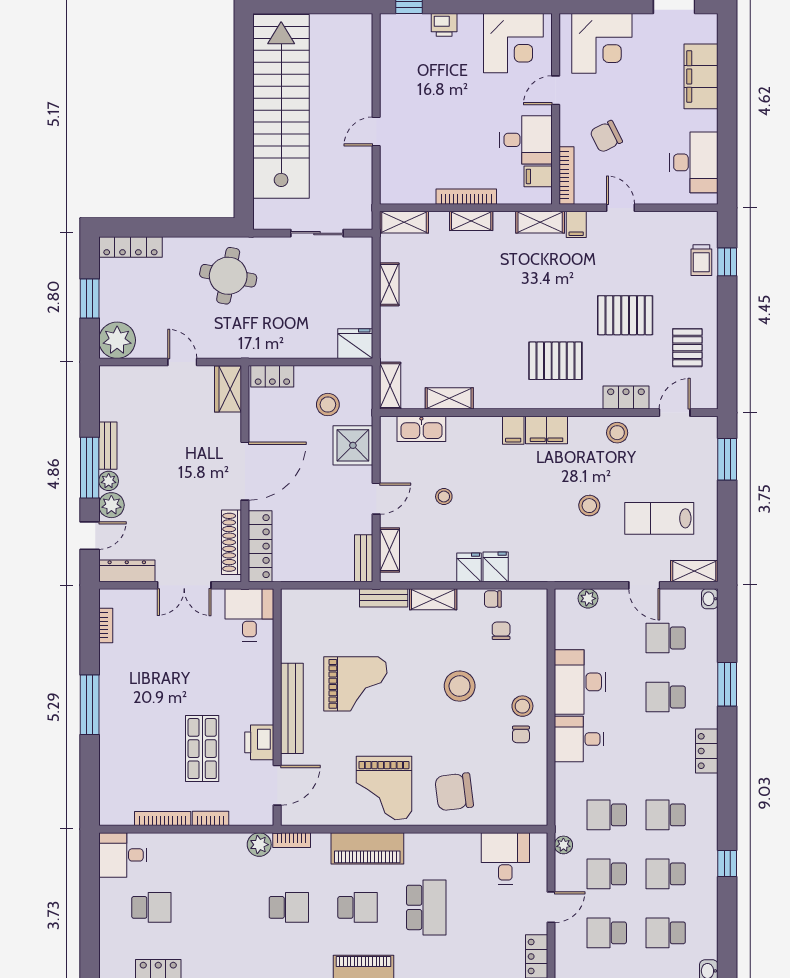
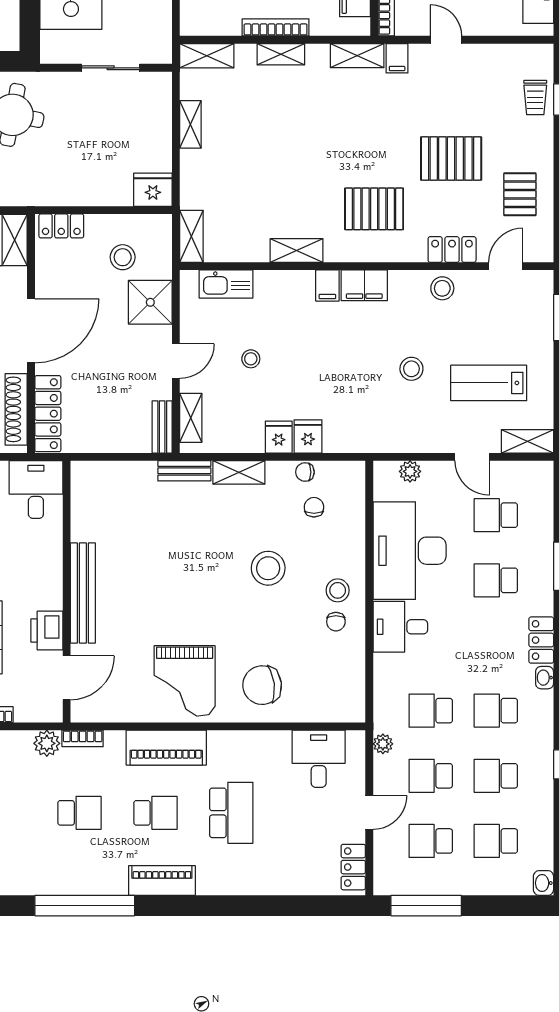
shelving: (449, 398) -> (297, 250), moved
washbasin: (710, 599) -> (545, 678), moved
desk: (580, 682) -> (410, 551), width x1.36, depth x1.30
grand piano: (355, 684) -> (153, 566), removed

